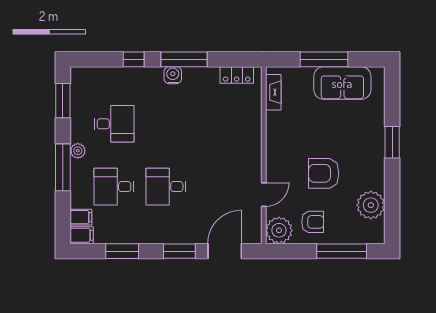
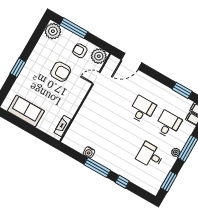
window: (324, 59) -> (28, 128), removed
water cooler: (173, 75) -> (89, 152), moved
locker: (237, 75) -> (76, 145), removed
desk: (114, 187) -> (168, 124), turned -90
desk: (166, 187) -> (142, 110), turned -90
plant: (371, 205) -> (53, 31), moved
window: (179, 251) -> (154, 74), removed

